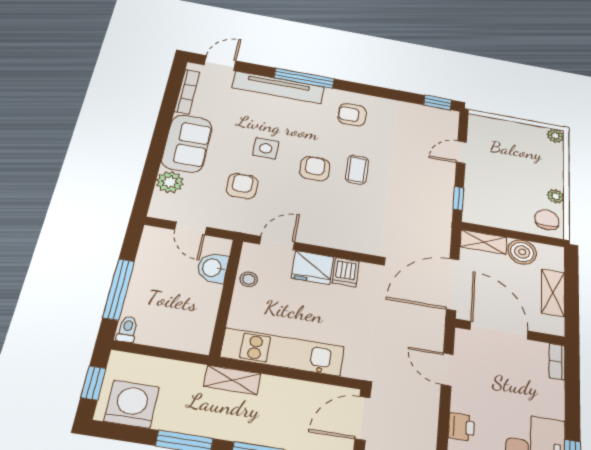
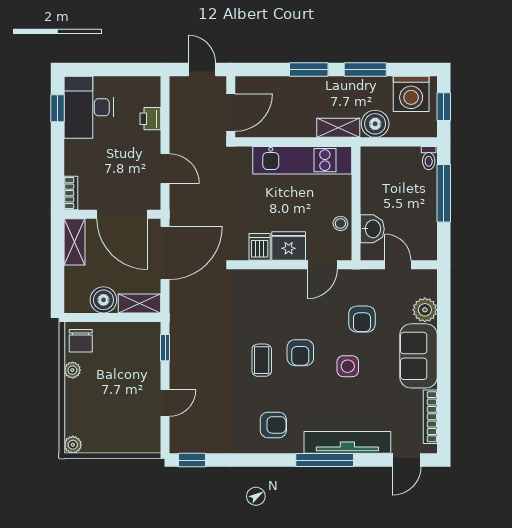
shelving: (553, 293) -> (75, 242), moved
boiler: (185, 377) -> (375, 124), added

